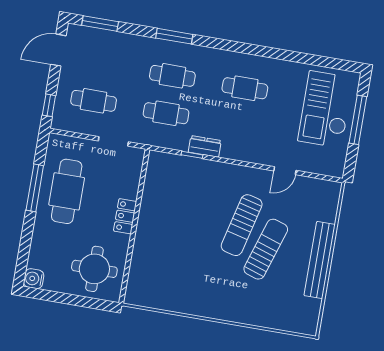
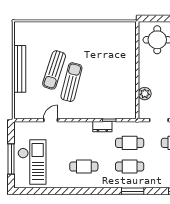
plant: (129, 187) -> (145, 94), added
locker: (125, 216) -> (144, 75), removed

